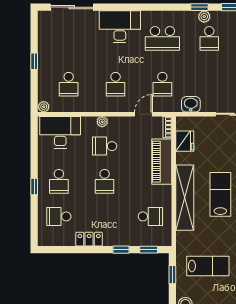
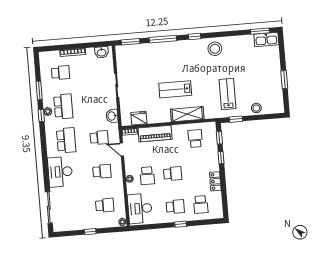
school desk: (209, 38) -> (63, 106), width x1.85
shelving: (185, 198) -> (187, 114), width x0.68

